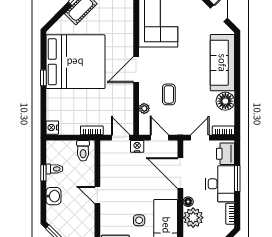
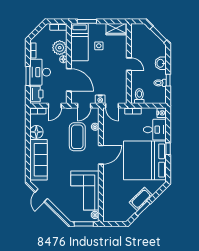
coffee table: (169, 94) -> (77, 137), width x1.86, depth x1.72
desk: (62, 104) -> (155, 130), added
door: (159, 138) -> (84, 106), hinge flipped

